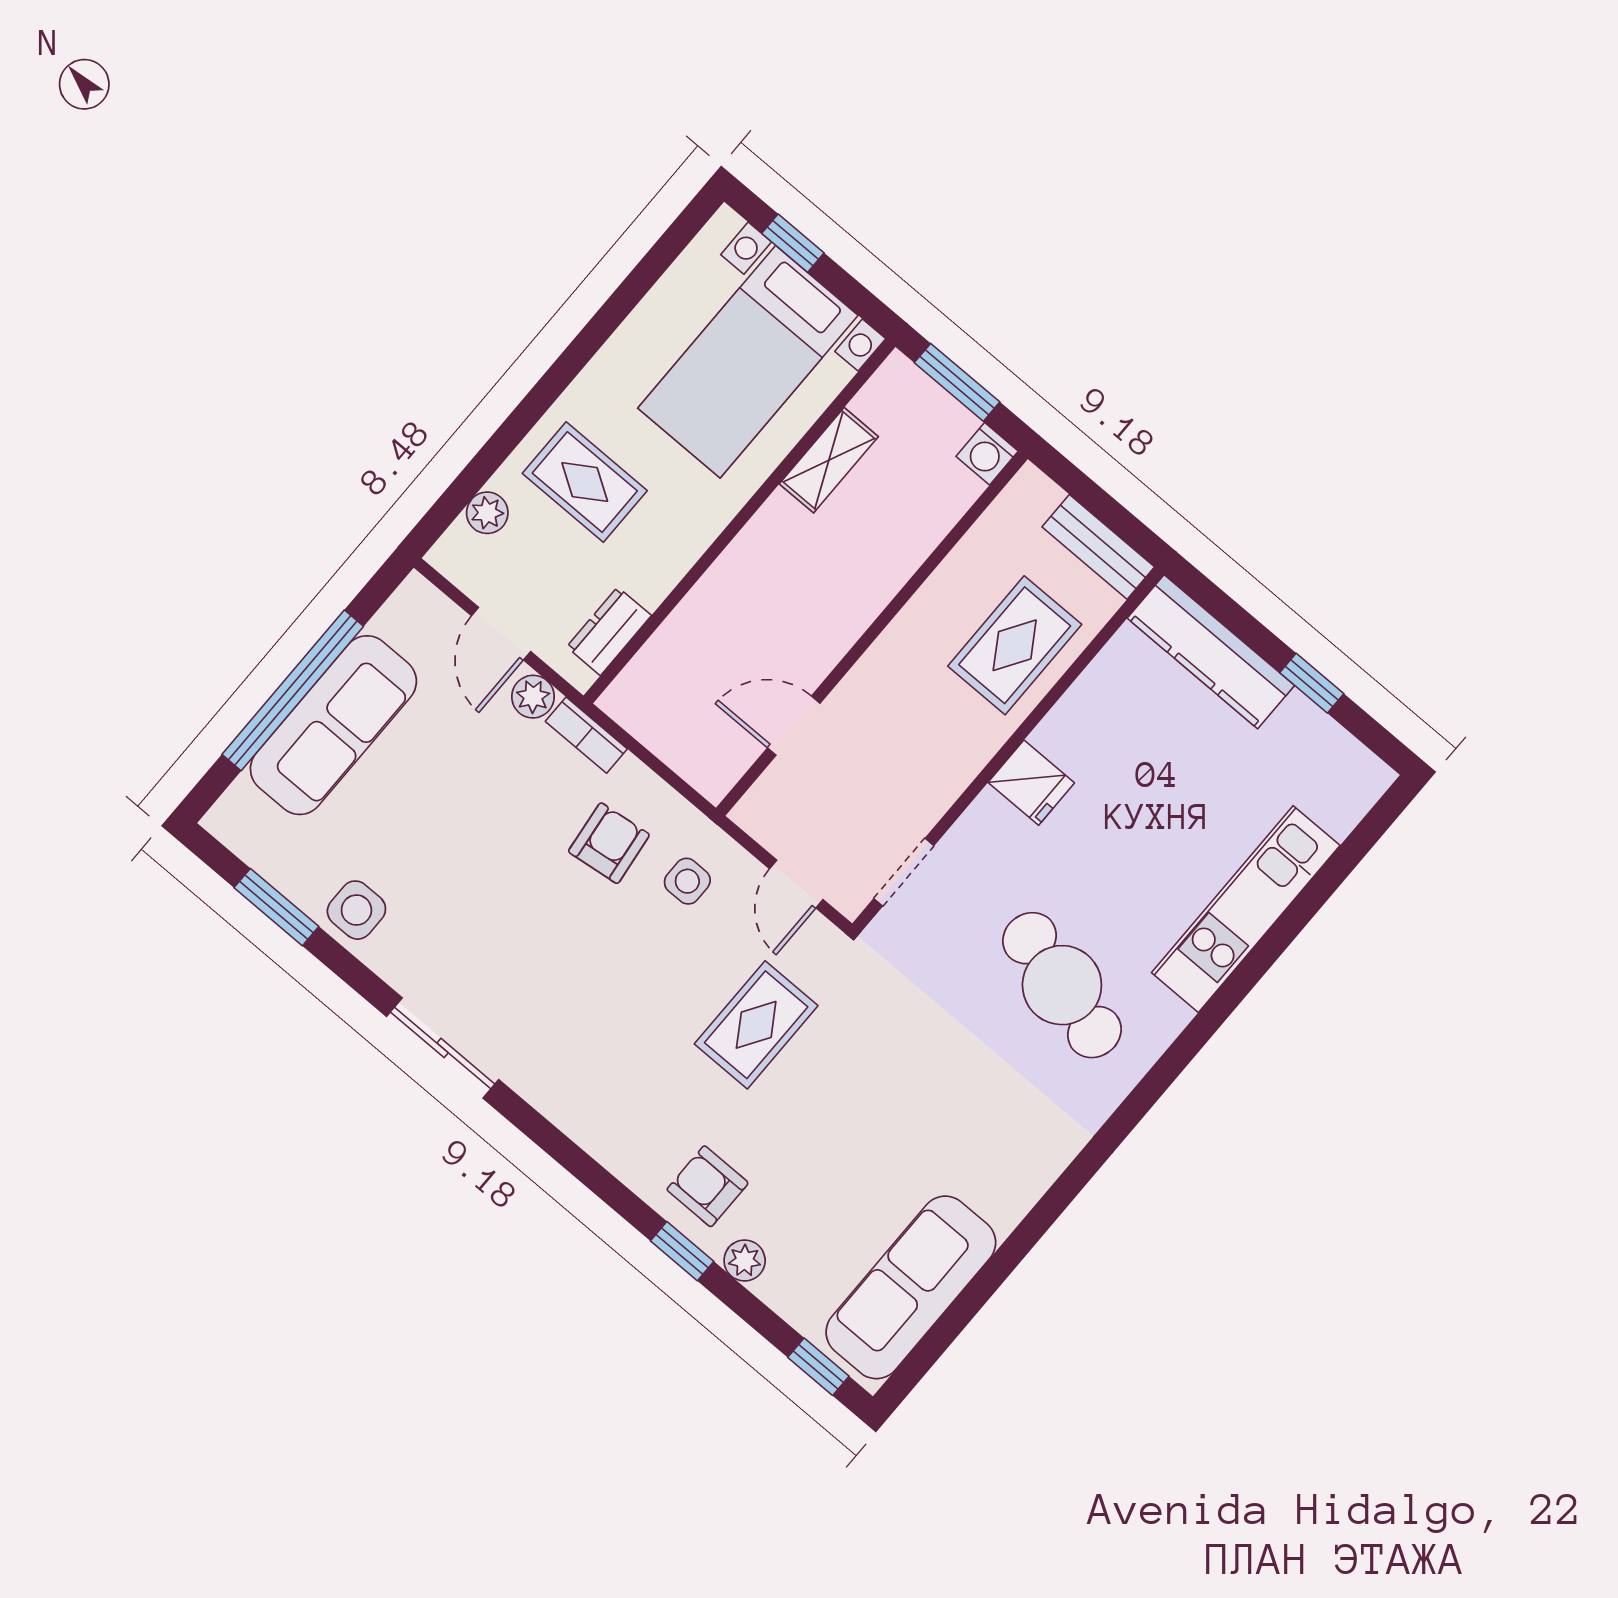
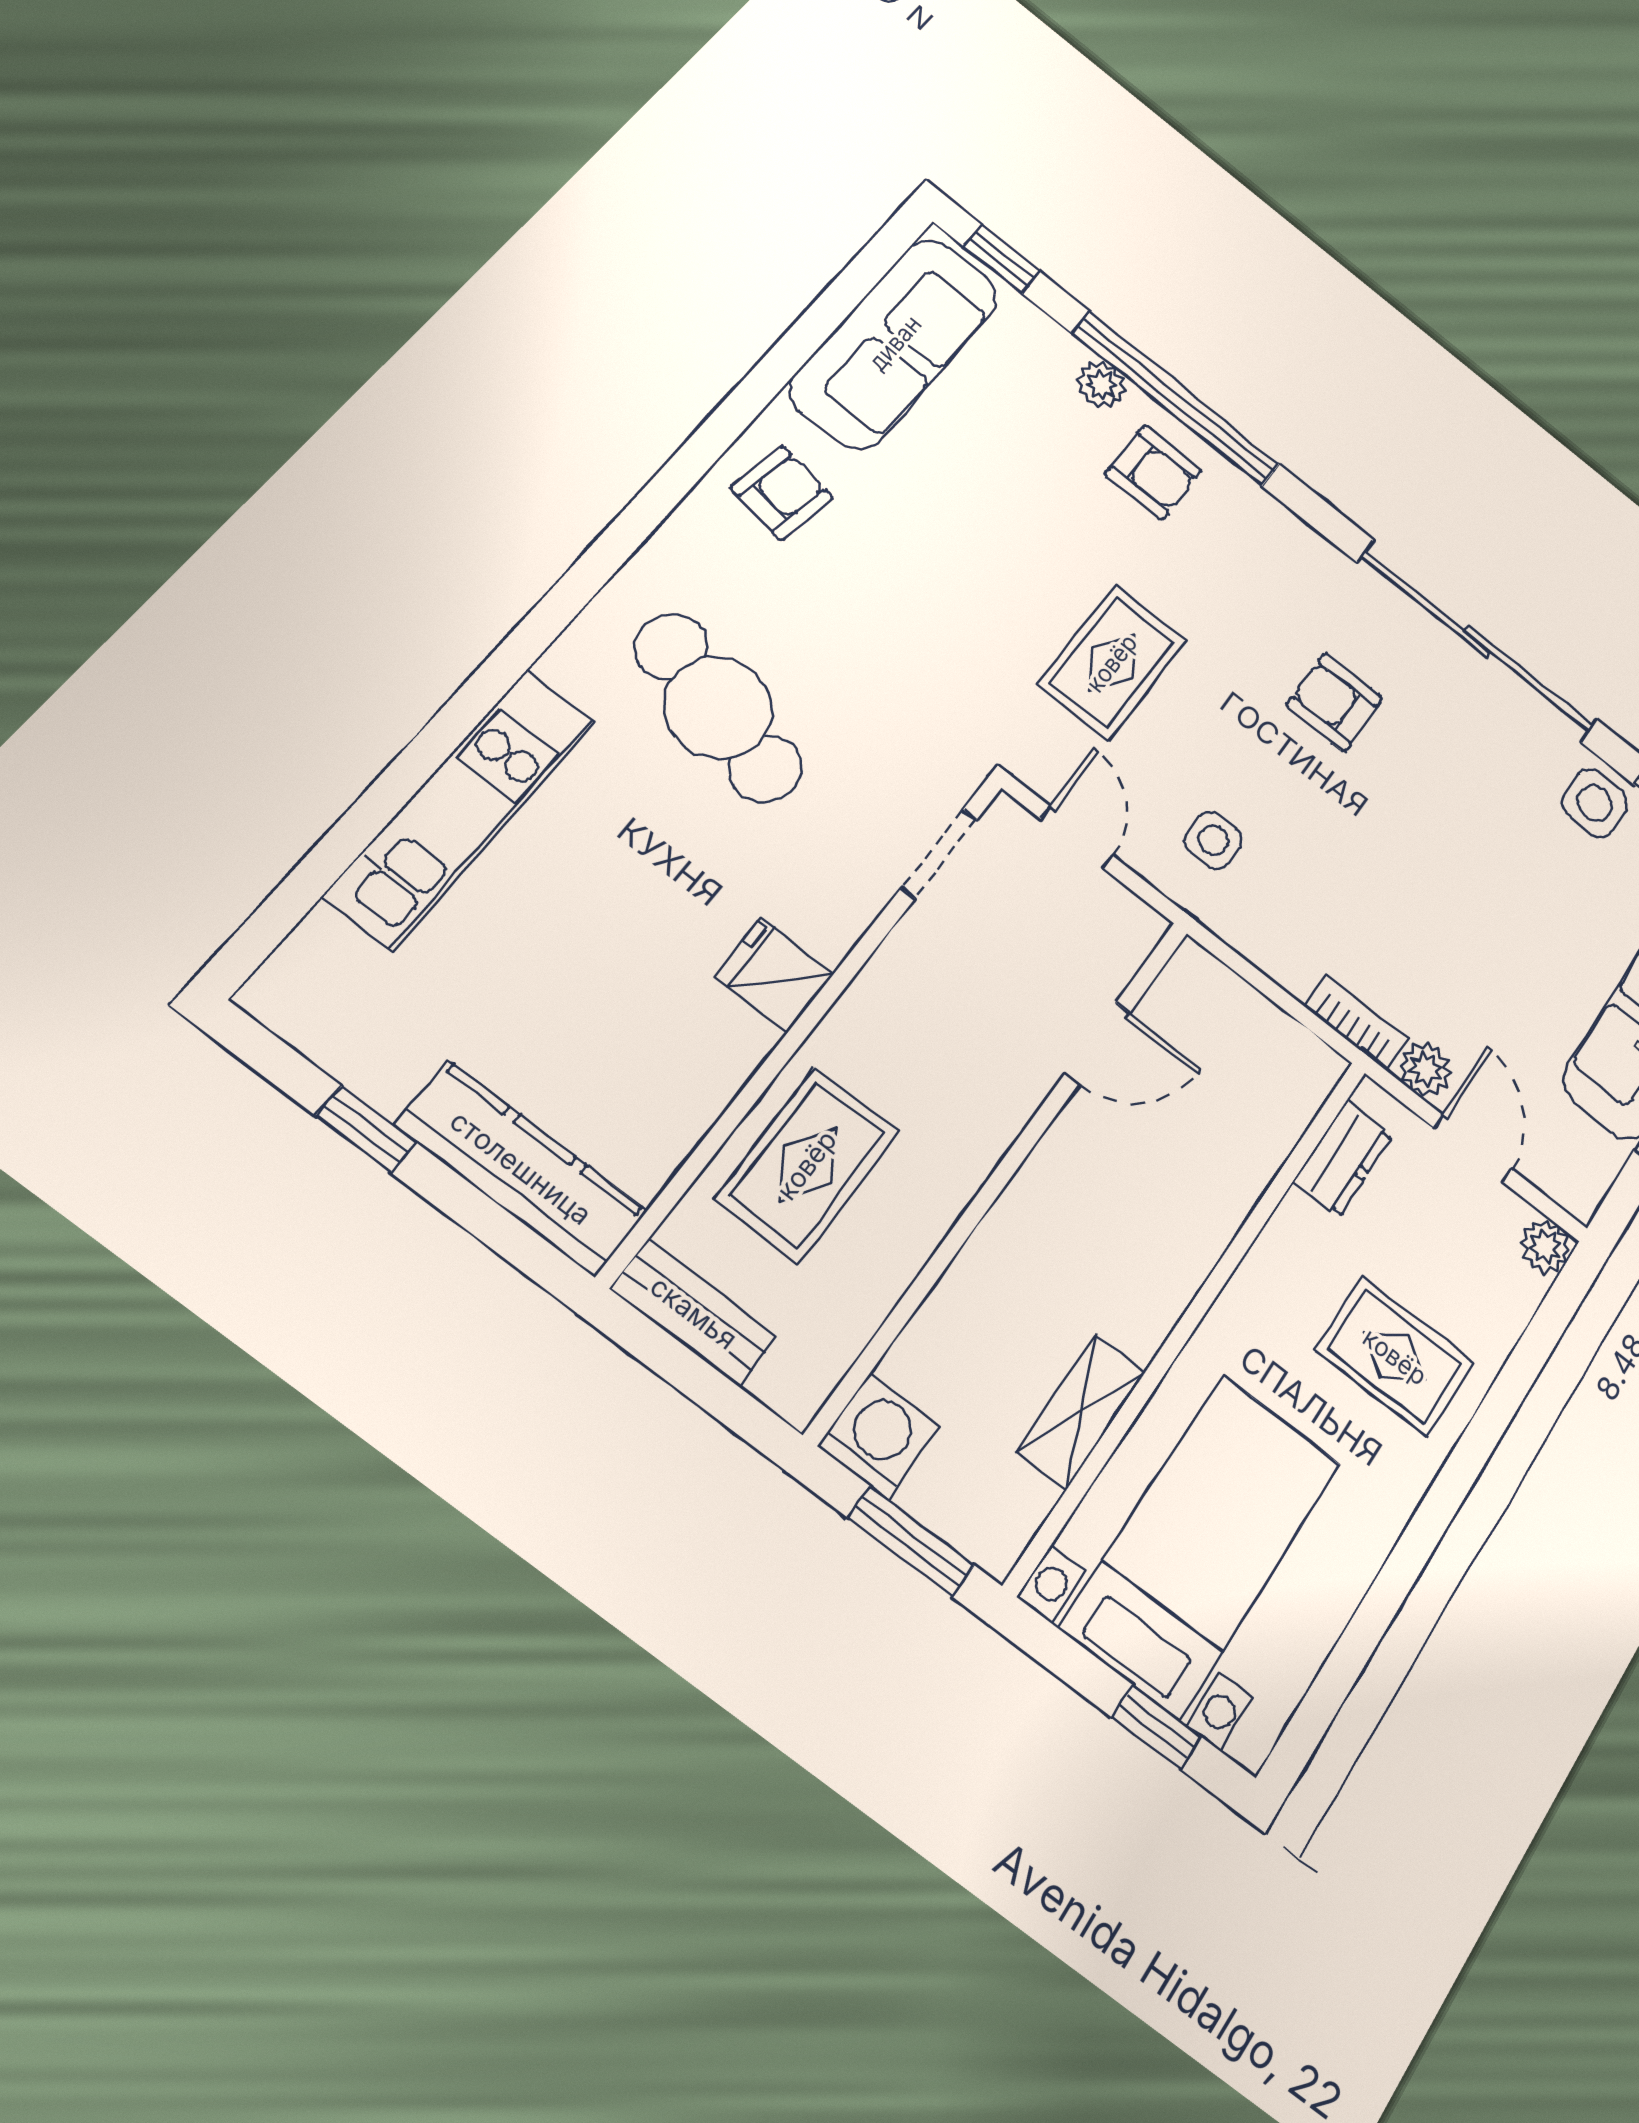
washing machine: (987, 454) -> (879, 1436), width x1.38, depth x1.38
plant: (487, 513) -> (1545, 1247), moved
armchair: (609, 843) -> (1334, 702), moved, turned 97
sliding door: (443, 1048) -> (1477, 641), width x1.86
armchair: (1006, 1157) -> (782, 493), added
window: (682, 1251) -> (1176, 399), width x3.17

